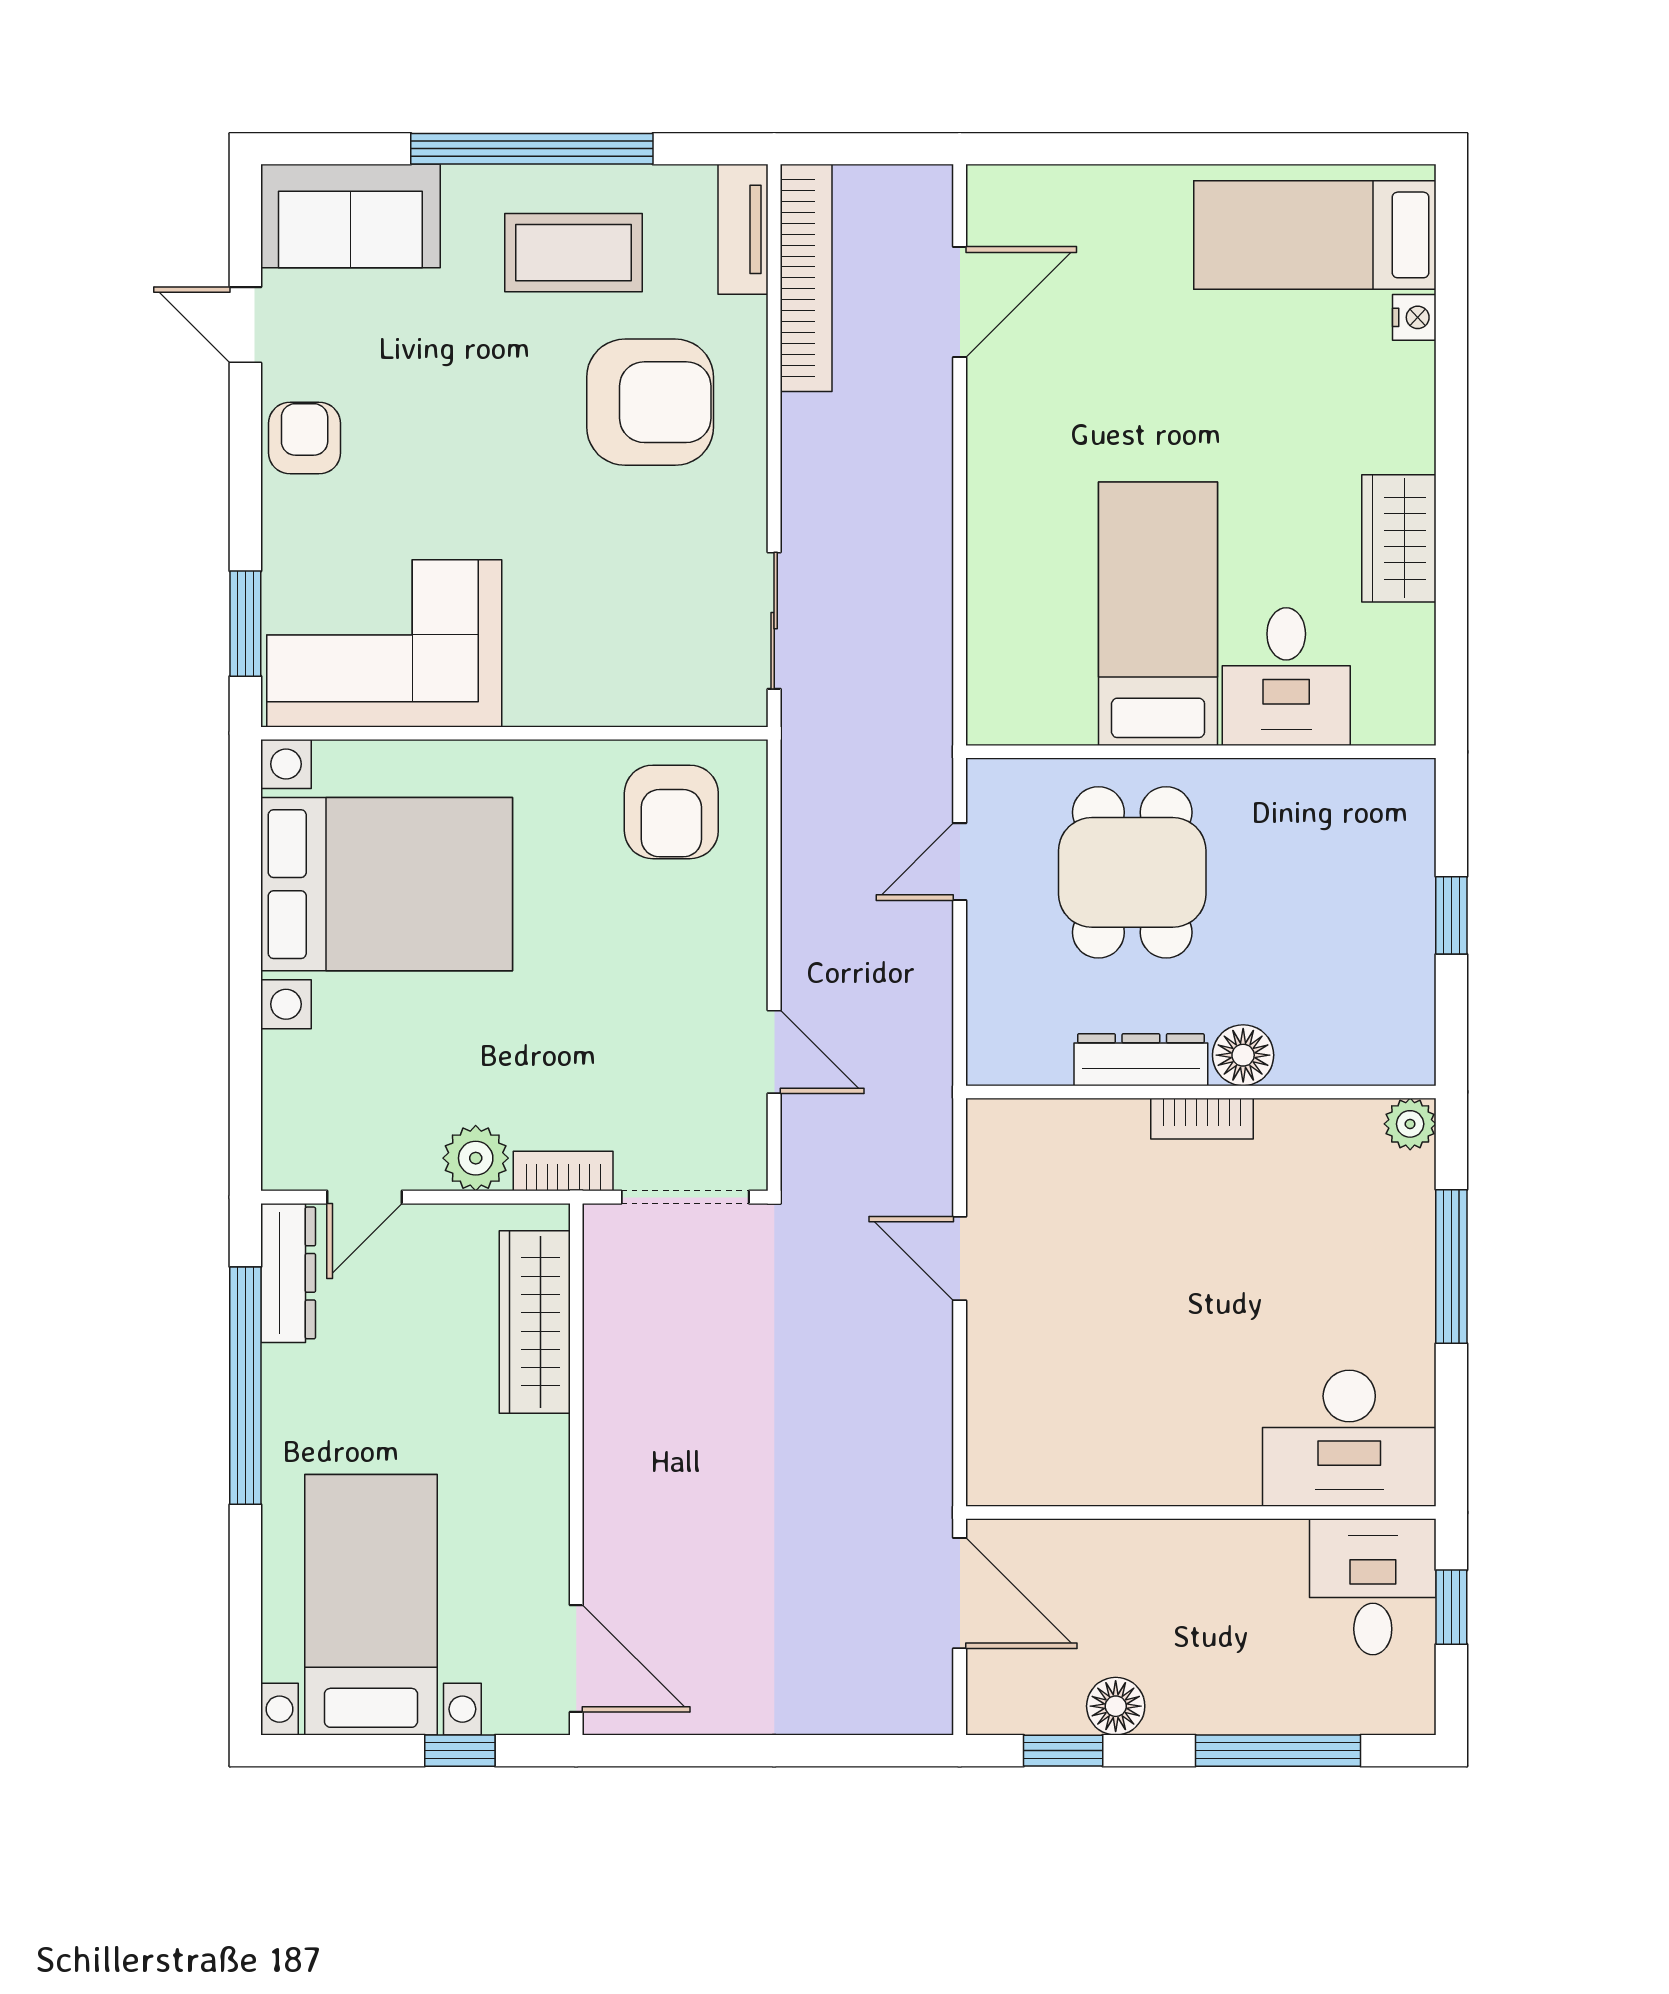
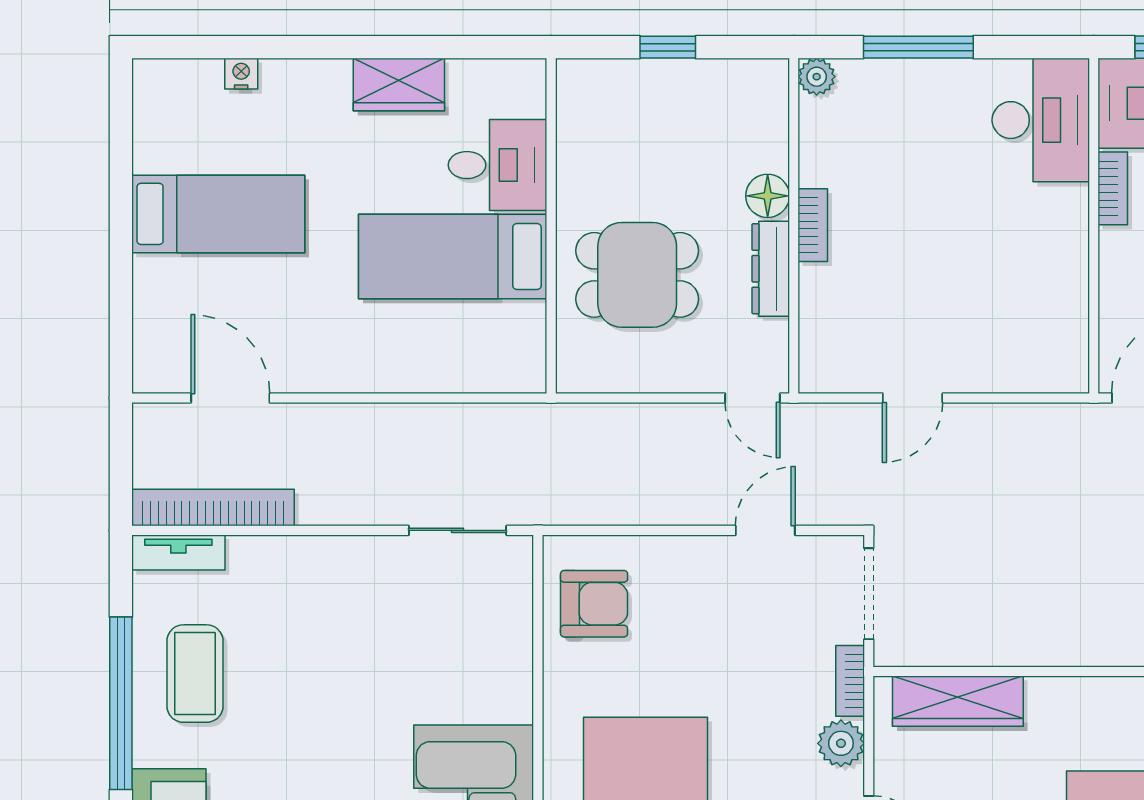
bed: (1315, 235) -> (218, 214), moved, turned -90
armchair: (650, 402) -> (302, 619), removed
door: (960, 862) -> (753, 398), moved
bookcase: (1254, 1539) -> (1113, 188), added

